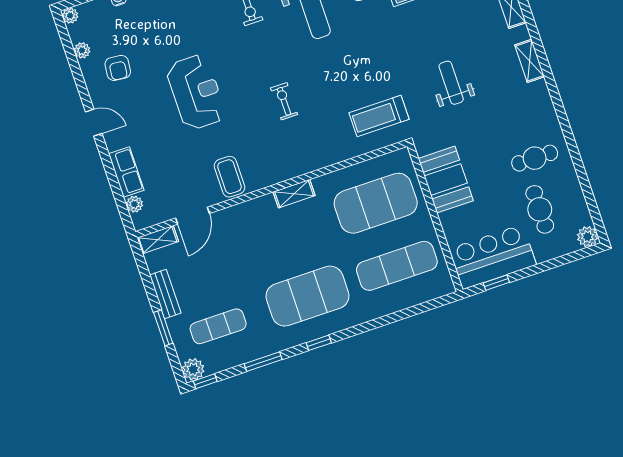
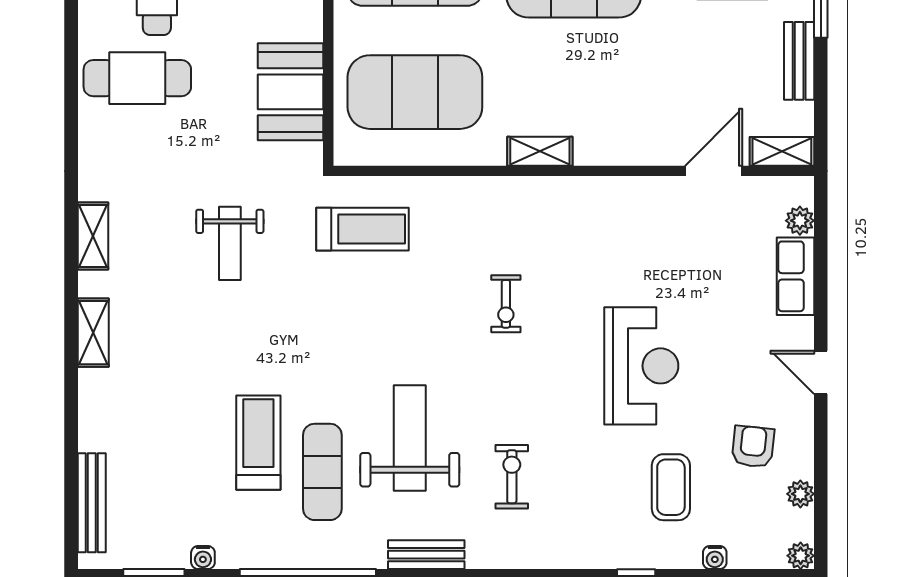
reception desk: (196, 92) -> (641, 366), turned 180
cafe table: (535, 158) -> (137, 78), width x1.37, depth x1.35
coffee table: (229, 177) -> (671, 487), moved

